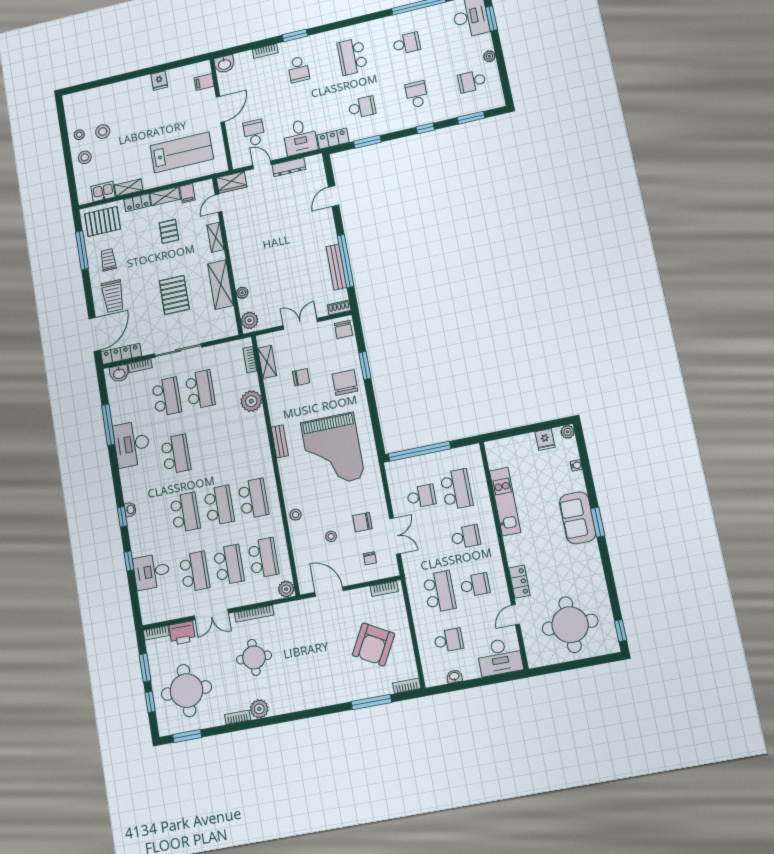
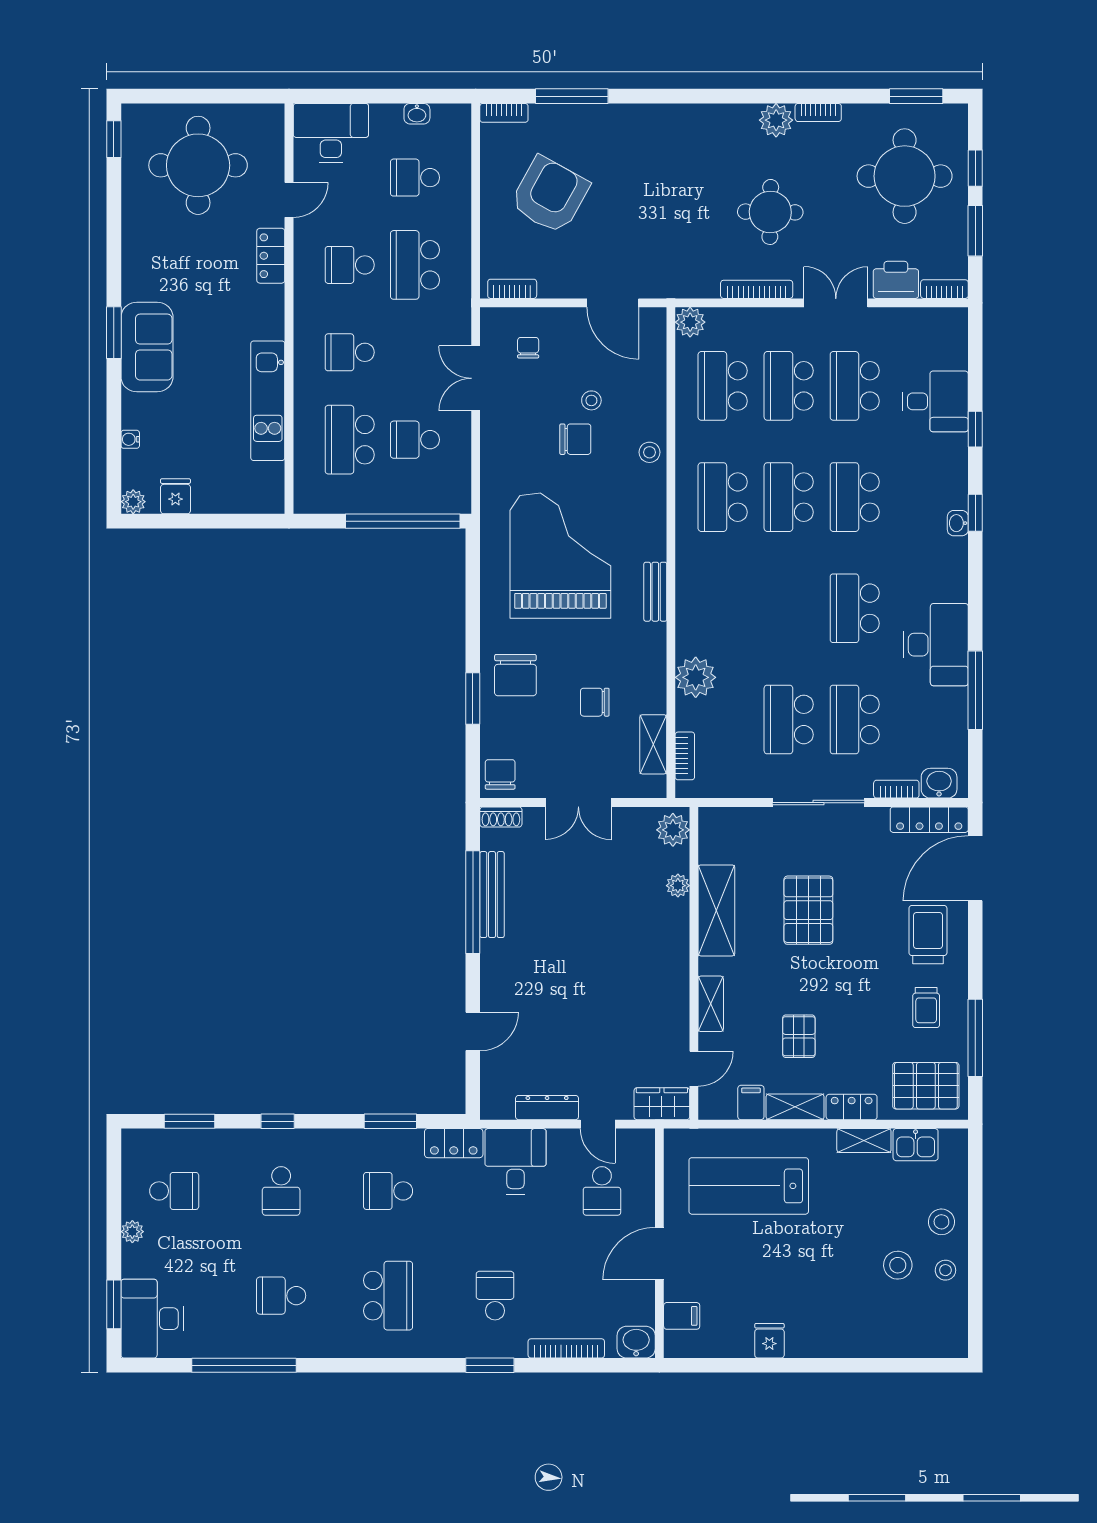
bookcase: (265, 51) -> (566, 1348), width x1.56
chair: (362, 522) -> (575, 439), moved

